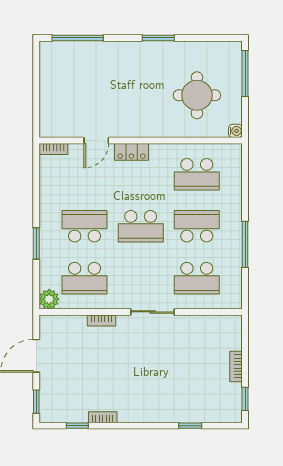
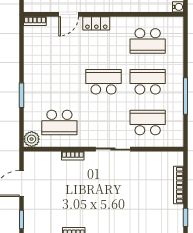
school desk: (84, 226) -> (59, 82), removed
school desk: (141, 226) -> (104, 82), turned 180
school desk: (197, 278) -> (148, 123), turned 180
bookcase: (236, 366) -> (178, 185), width x1.56

